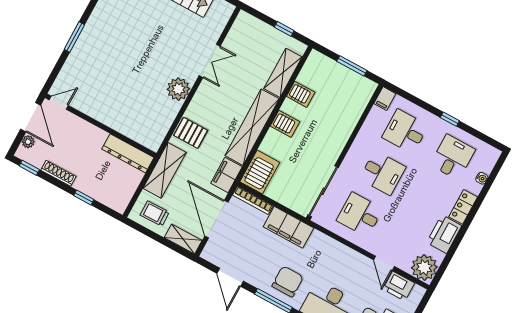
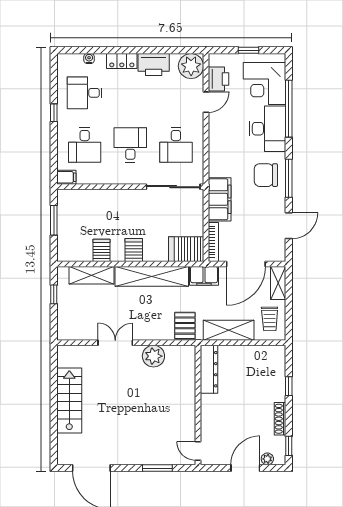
door: (59, 103) -> (198, 451), moved
wall: (101, 126) -> (198, 405), moved
dresser: (128, 153) -> (209, 369), moved

